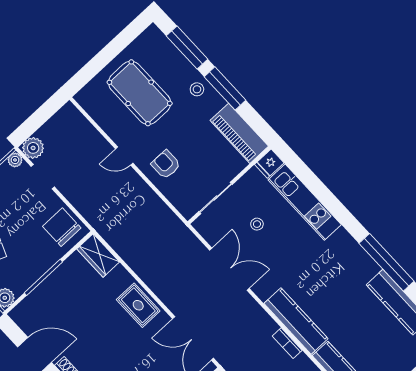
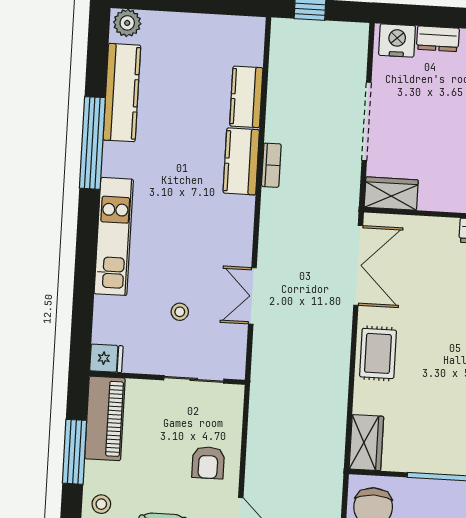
window: (225, 88) -> (75, 452), moved
kitchen unit: (305, 202) -> (114, 236), moved
double door: (229, 269) -> (252, 296), width x0.73
kitchen counter: (296, 321) -> (241, 161), width x0.67

